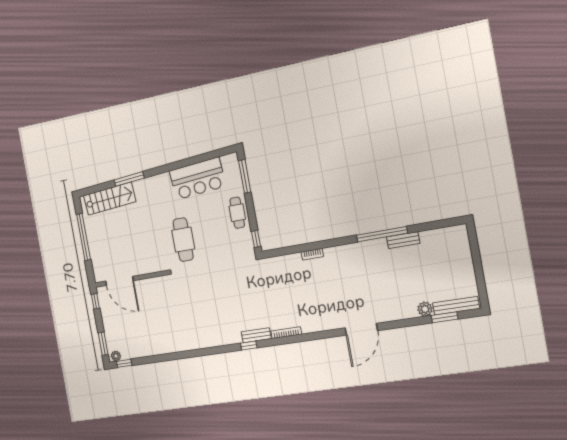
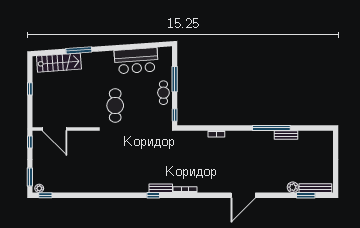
window: (245, 176) -> (175, 79), moved
window: (84, 237) -> (30, 89), width x0.32

